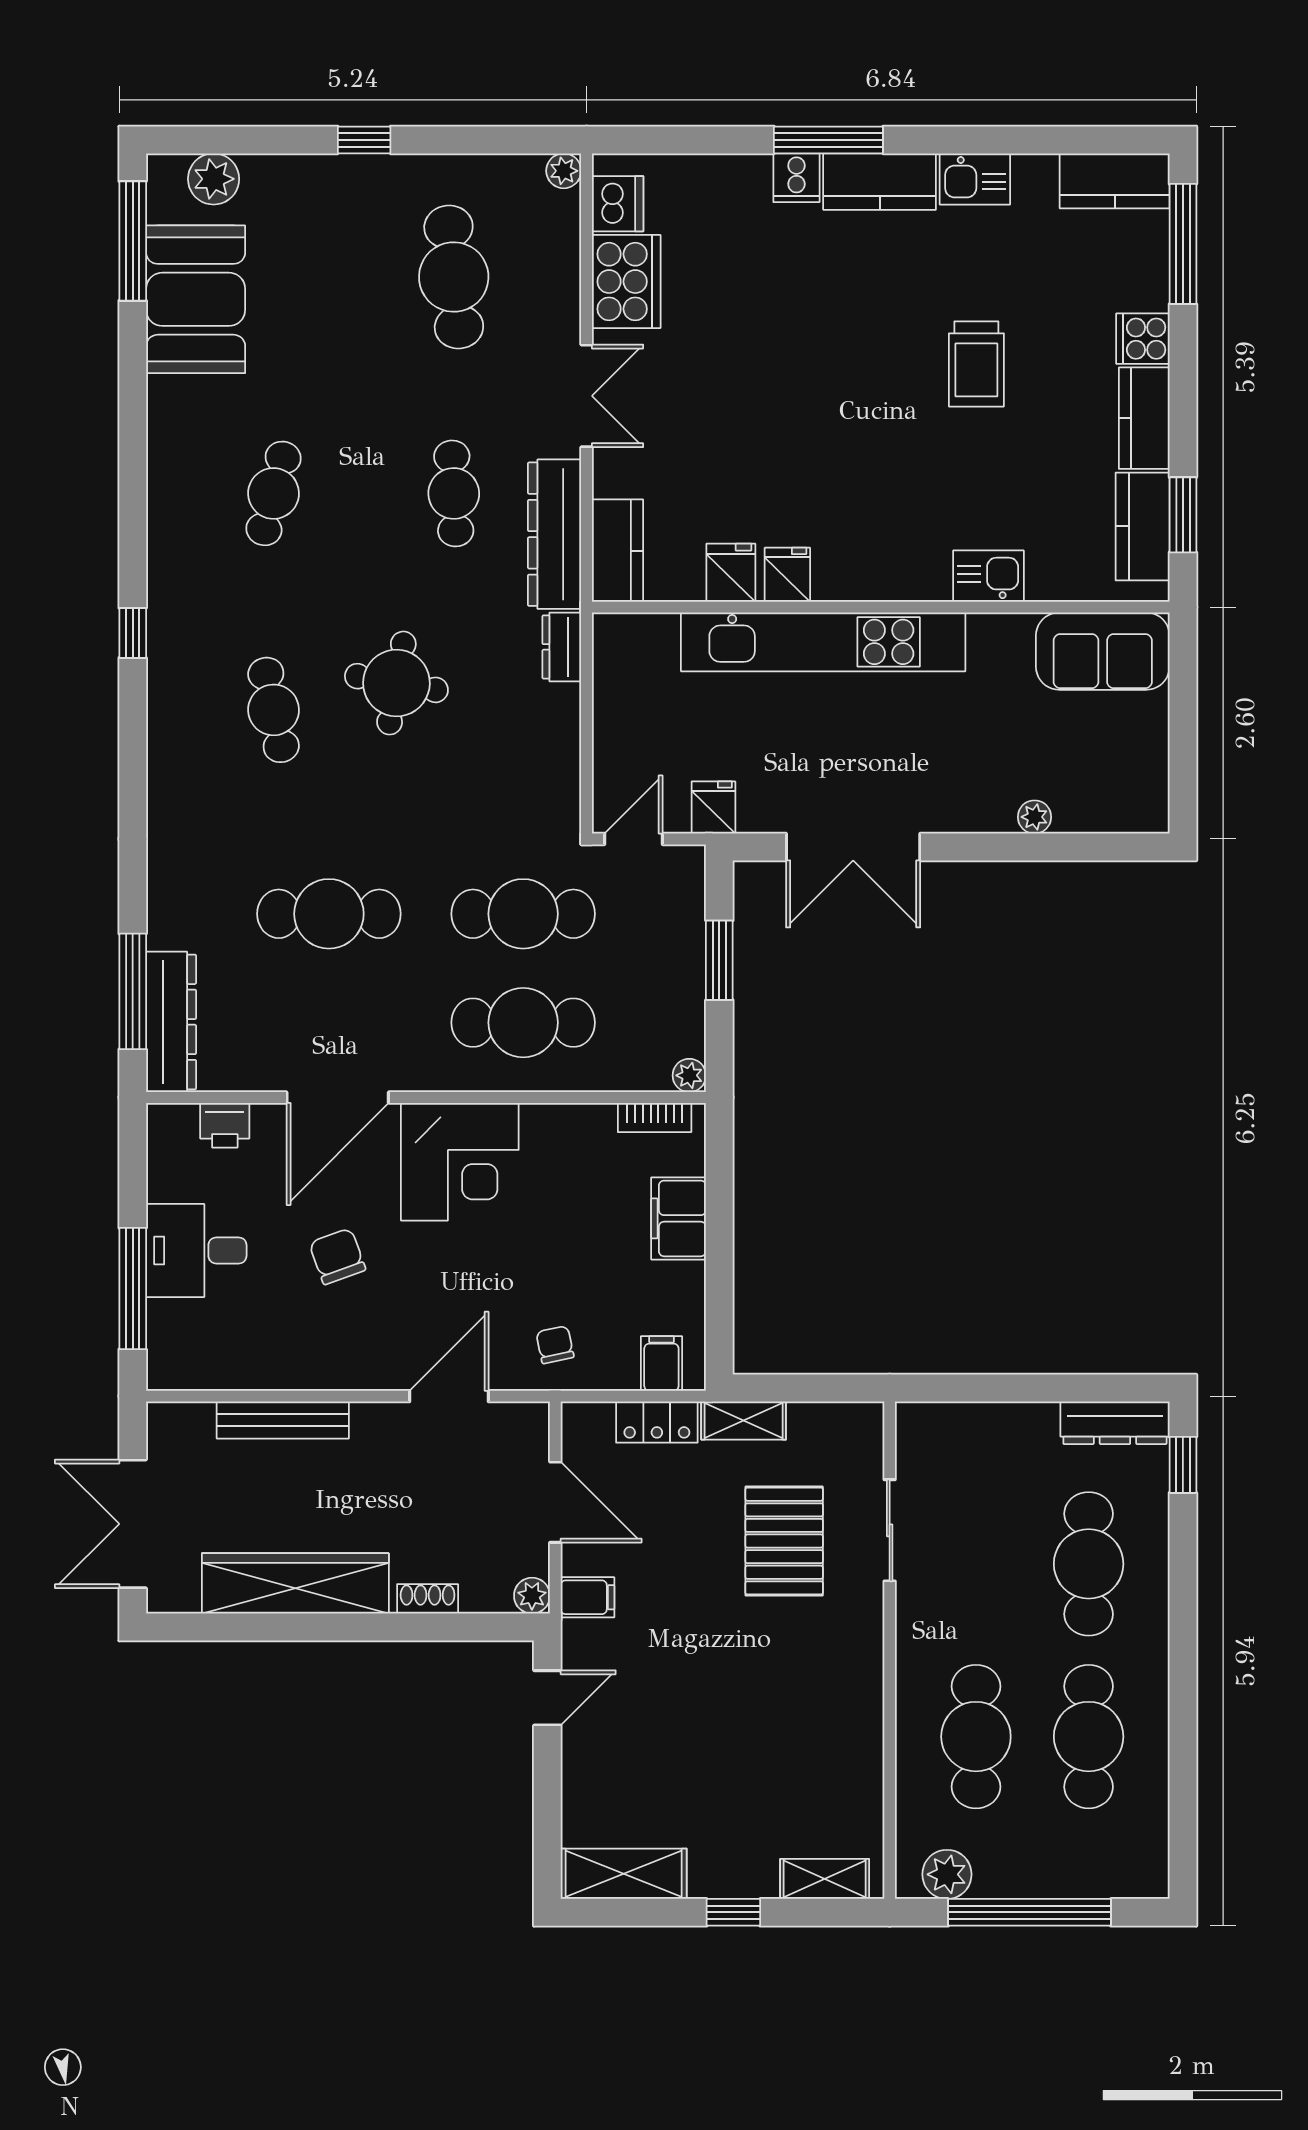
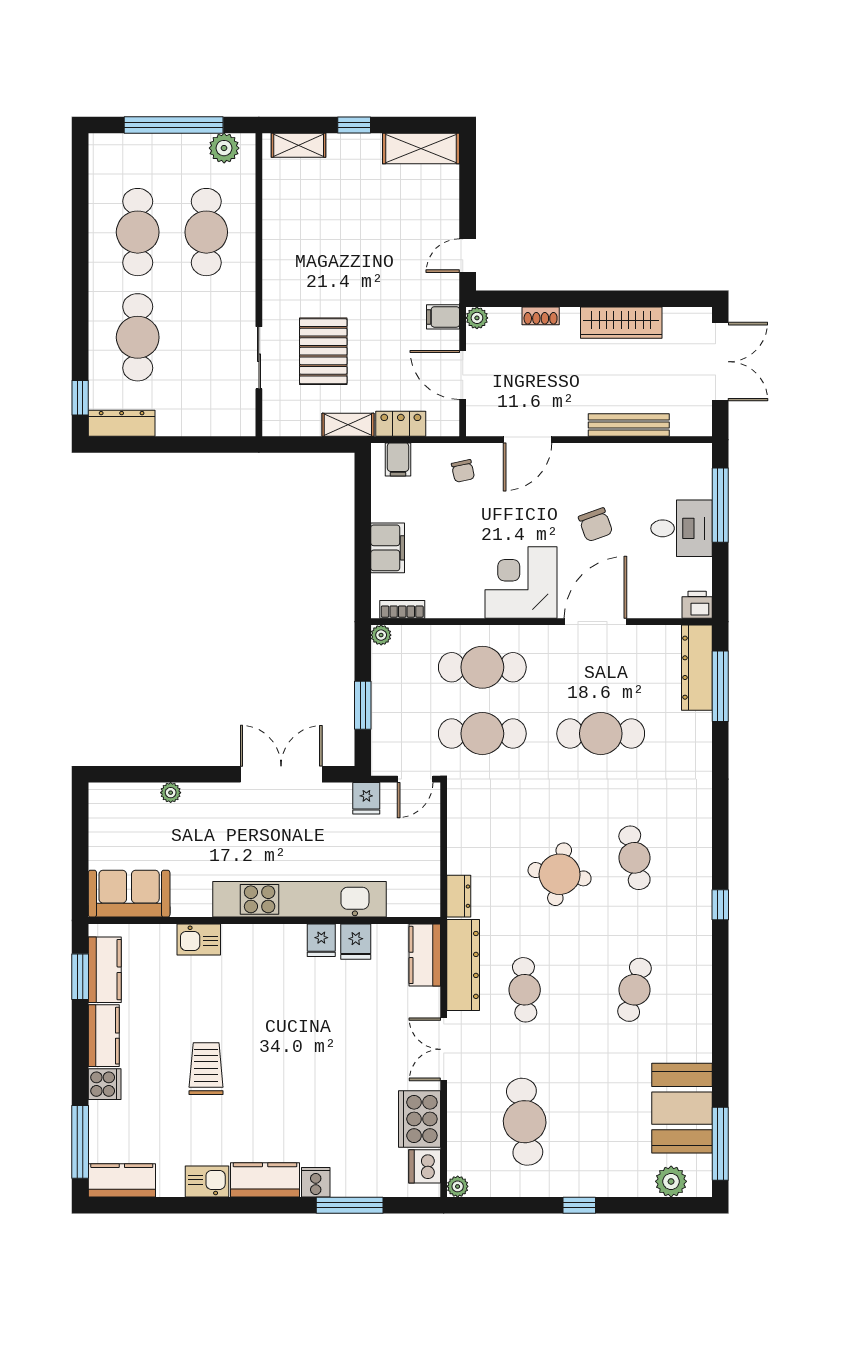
window: (828, 140) -> (350, 1205), moved
printer: (225, 1125) -> (697, 605), moved
wardrobe: (295, 1583) -> (621, 323), width x0.71, depth x0.85

